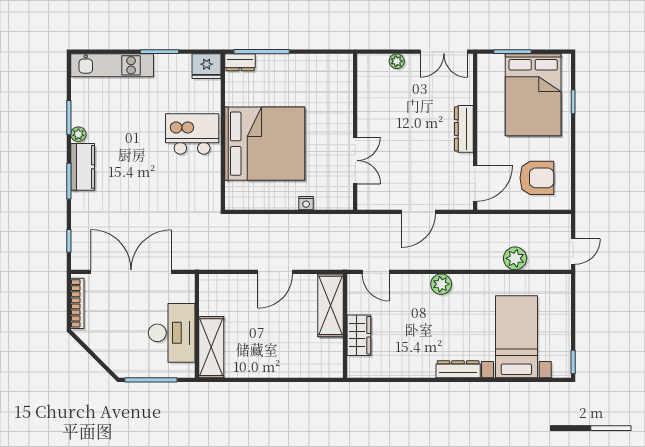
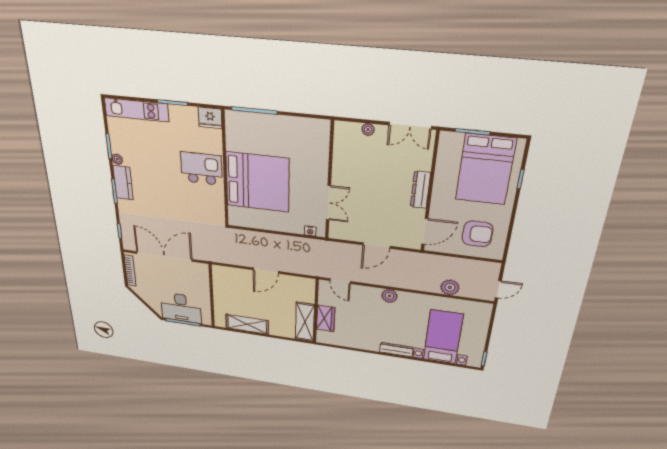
dresser: (240, 62) -> (237, 117), removed
nightstand: (306, 203) -> (310, 231), moved
shelving: (330, 305) -> (305, 322), moved
desk: (172, 333) -> (181, 308), moved, turned 90
shelving: (211, 347) -> (247, 324), moved, turned 90

